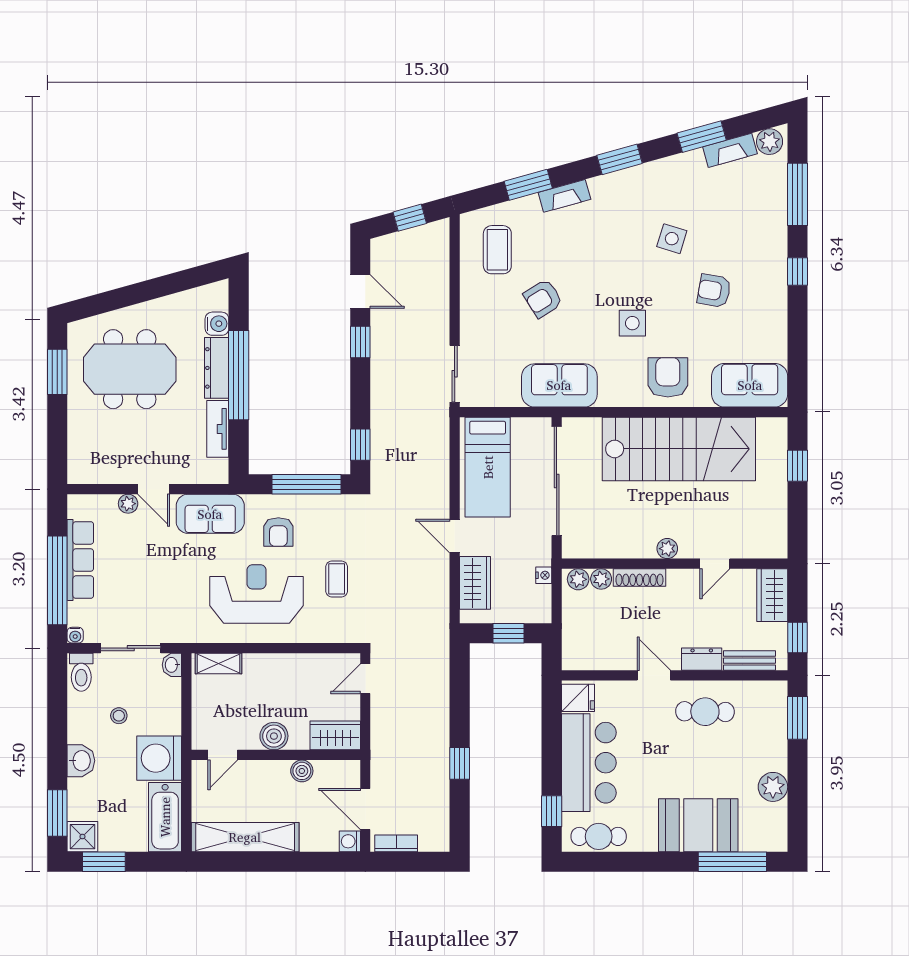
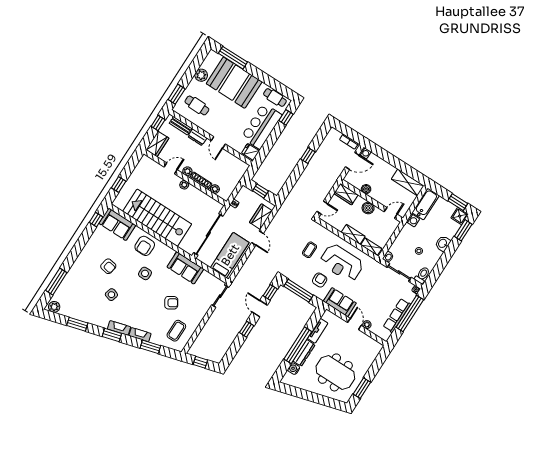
fireplace: (730, 150) -> (119, 328), moved
window: (797, 272) -> (96, 220), moved
door: (360, 292) -> (260, 309), moved
plant: (578, 579) -> (187, 171), moved
shelving: (270, 665) -> (353, 234), added
cafe table: (705, 712) -> (197, 105), moved
washing machine: (159, 758) -> (413, 220), width x0.53, depth x0.53
door: (365, 809) -> (352, 161), hinge flipped
booth: (698, 825) -> (234, 83), width x1.36, depth x1.42
shelving: (245, 837) -> (408, 182), width x0.68

